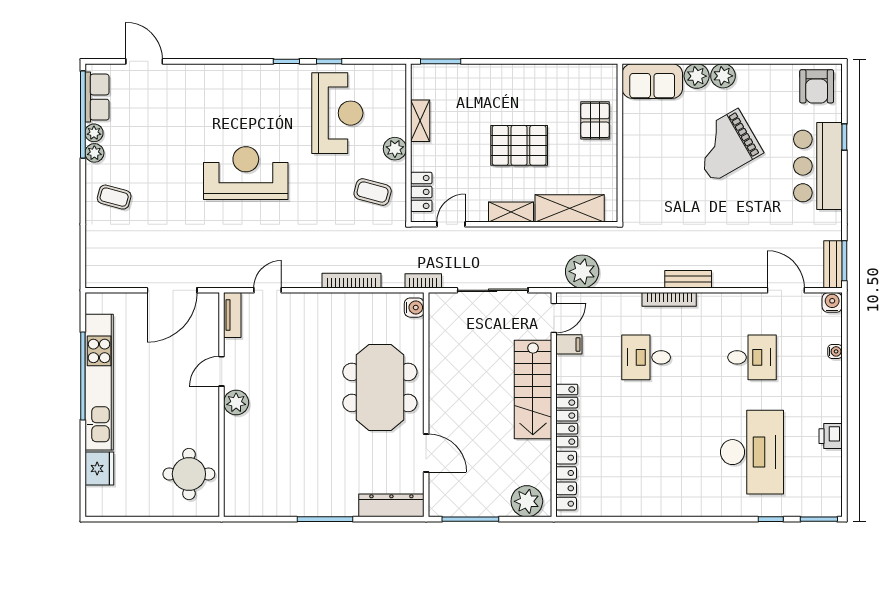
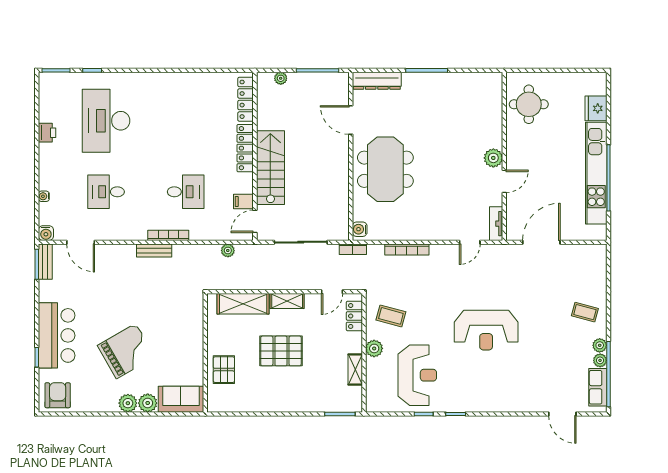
reception desk: (337, 113) -> (417, 375), turned 180
plant: (582, 271) -> (228, 250), width x0.53, depth x0.53
plant: (527, 501) -> (281, 78), width x0.53, depth x0.53

